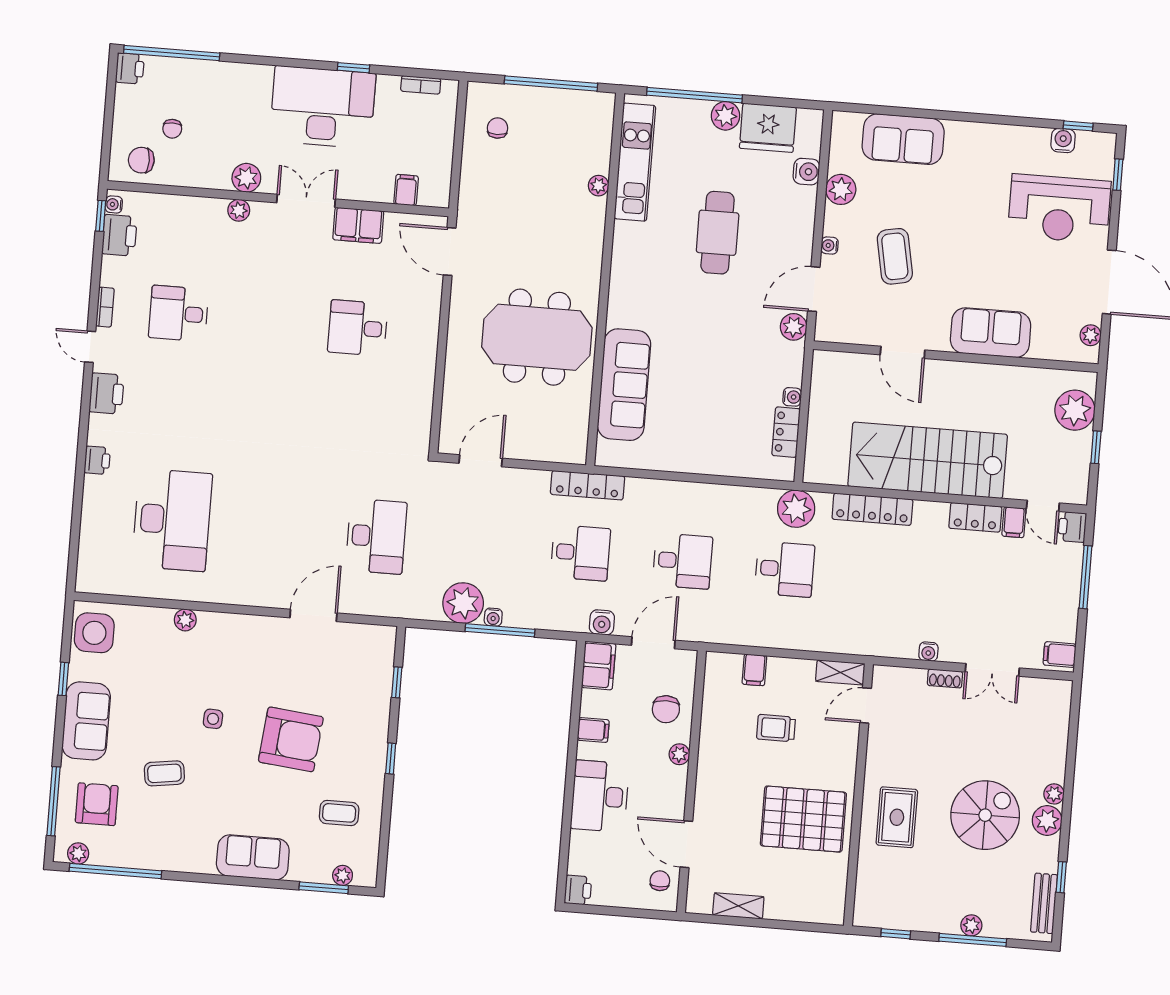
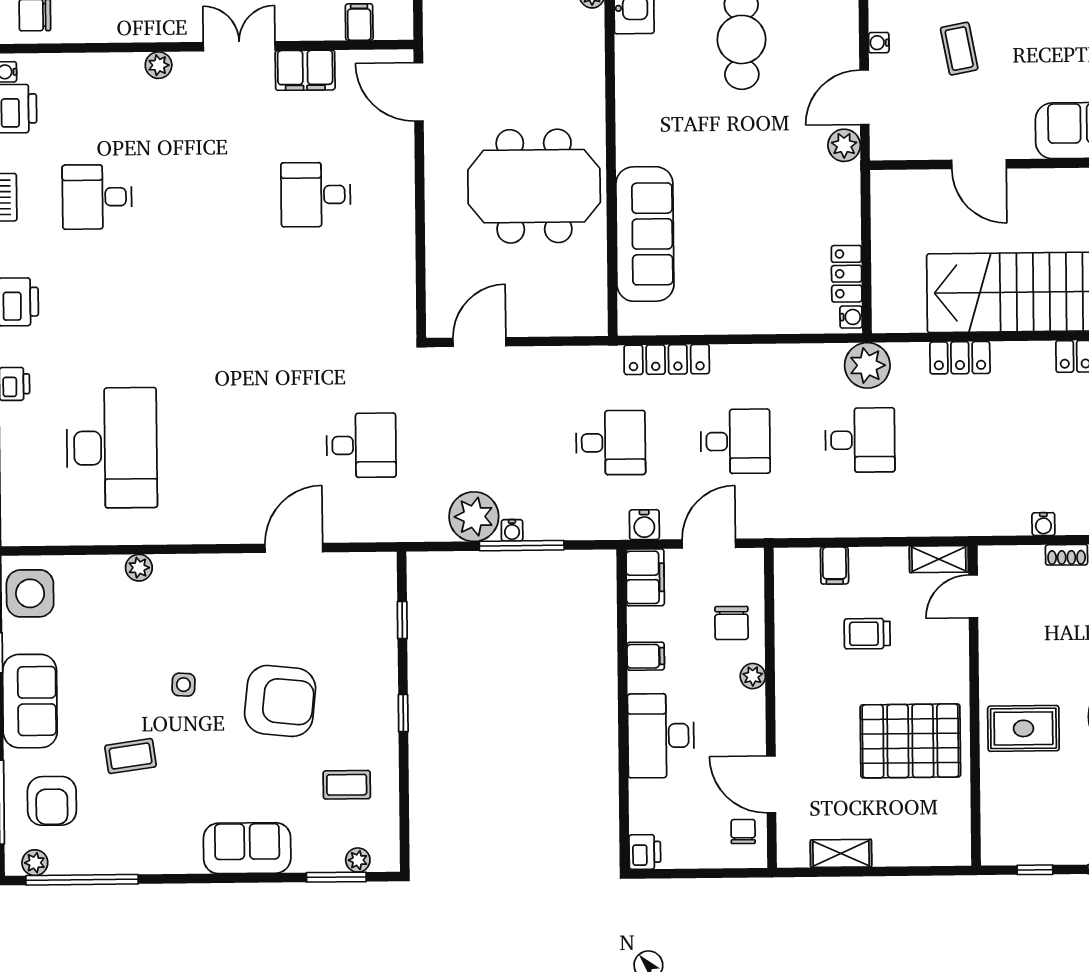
plant: (246, 178) -> (164, 25), removed
coffee table: (895, 256) -> (959, 49), width x0.73, depth x0.77
water cooler: (792, 397) -> (851, 317), moved
locker: (588, 485) -> (667, 359), moved
locker: (872, 509) -> (960, 358), width x0.66
desk: (376, 536) -> (361, 445), width x0.73
armchair: (97, 804) -> (52, 801), turned 180
rug: (897, 817) -> (1023, 728), turned 90

